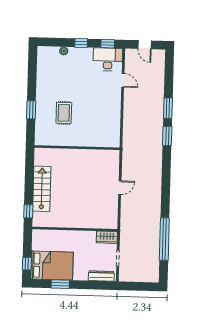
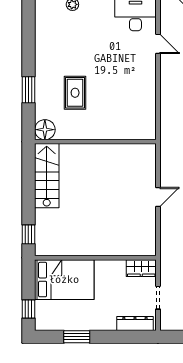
floor lamp: (42, 138) -> (45, 130), added
stairs: (42, 189) -> (47, 176), moved
bed: (52, 266) -> (64, 280), moved

